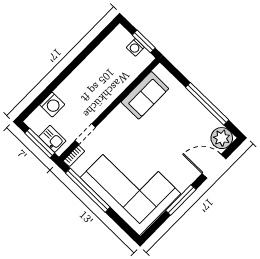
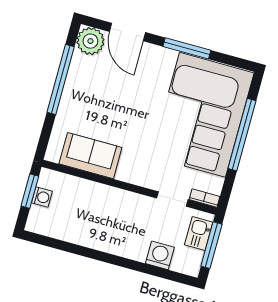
window: (88, 190) -> (242, 135), moved

